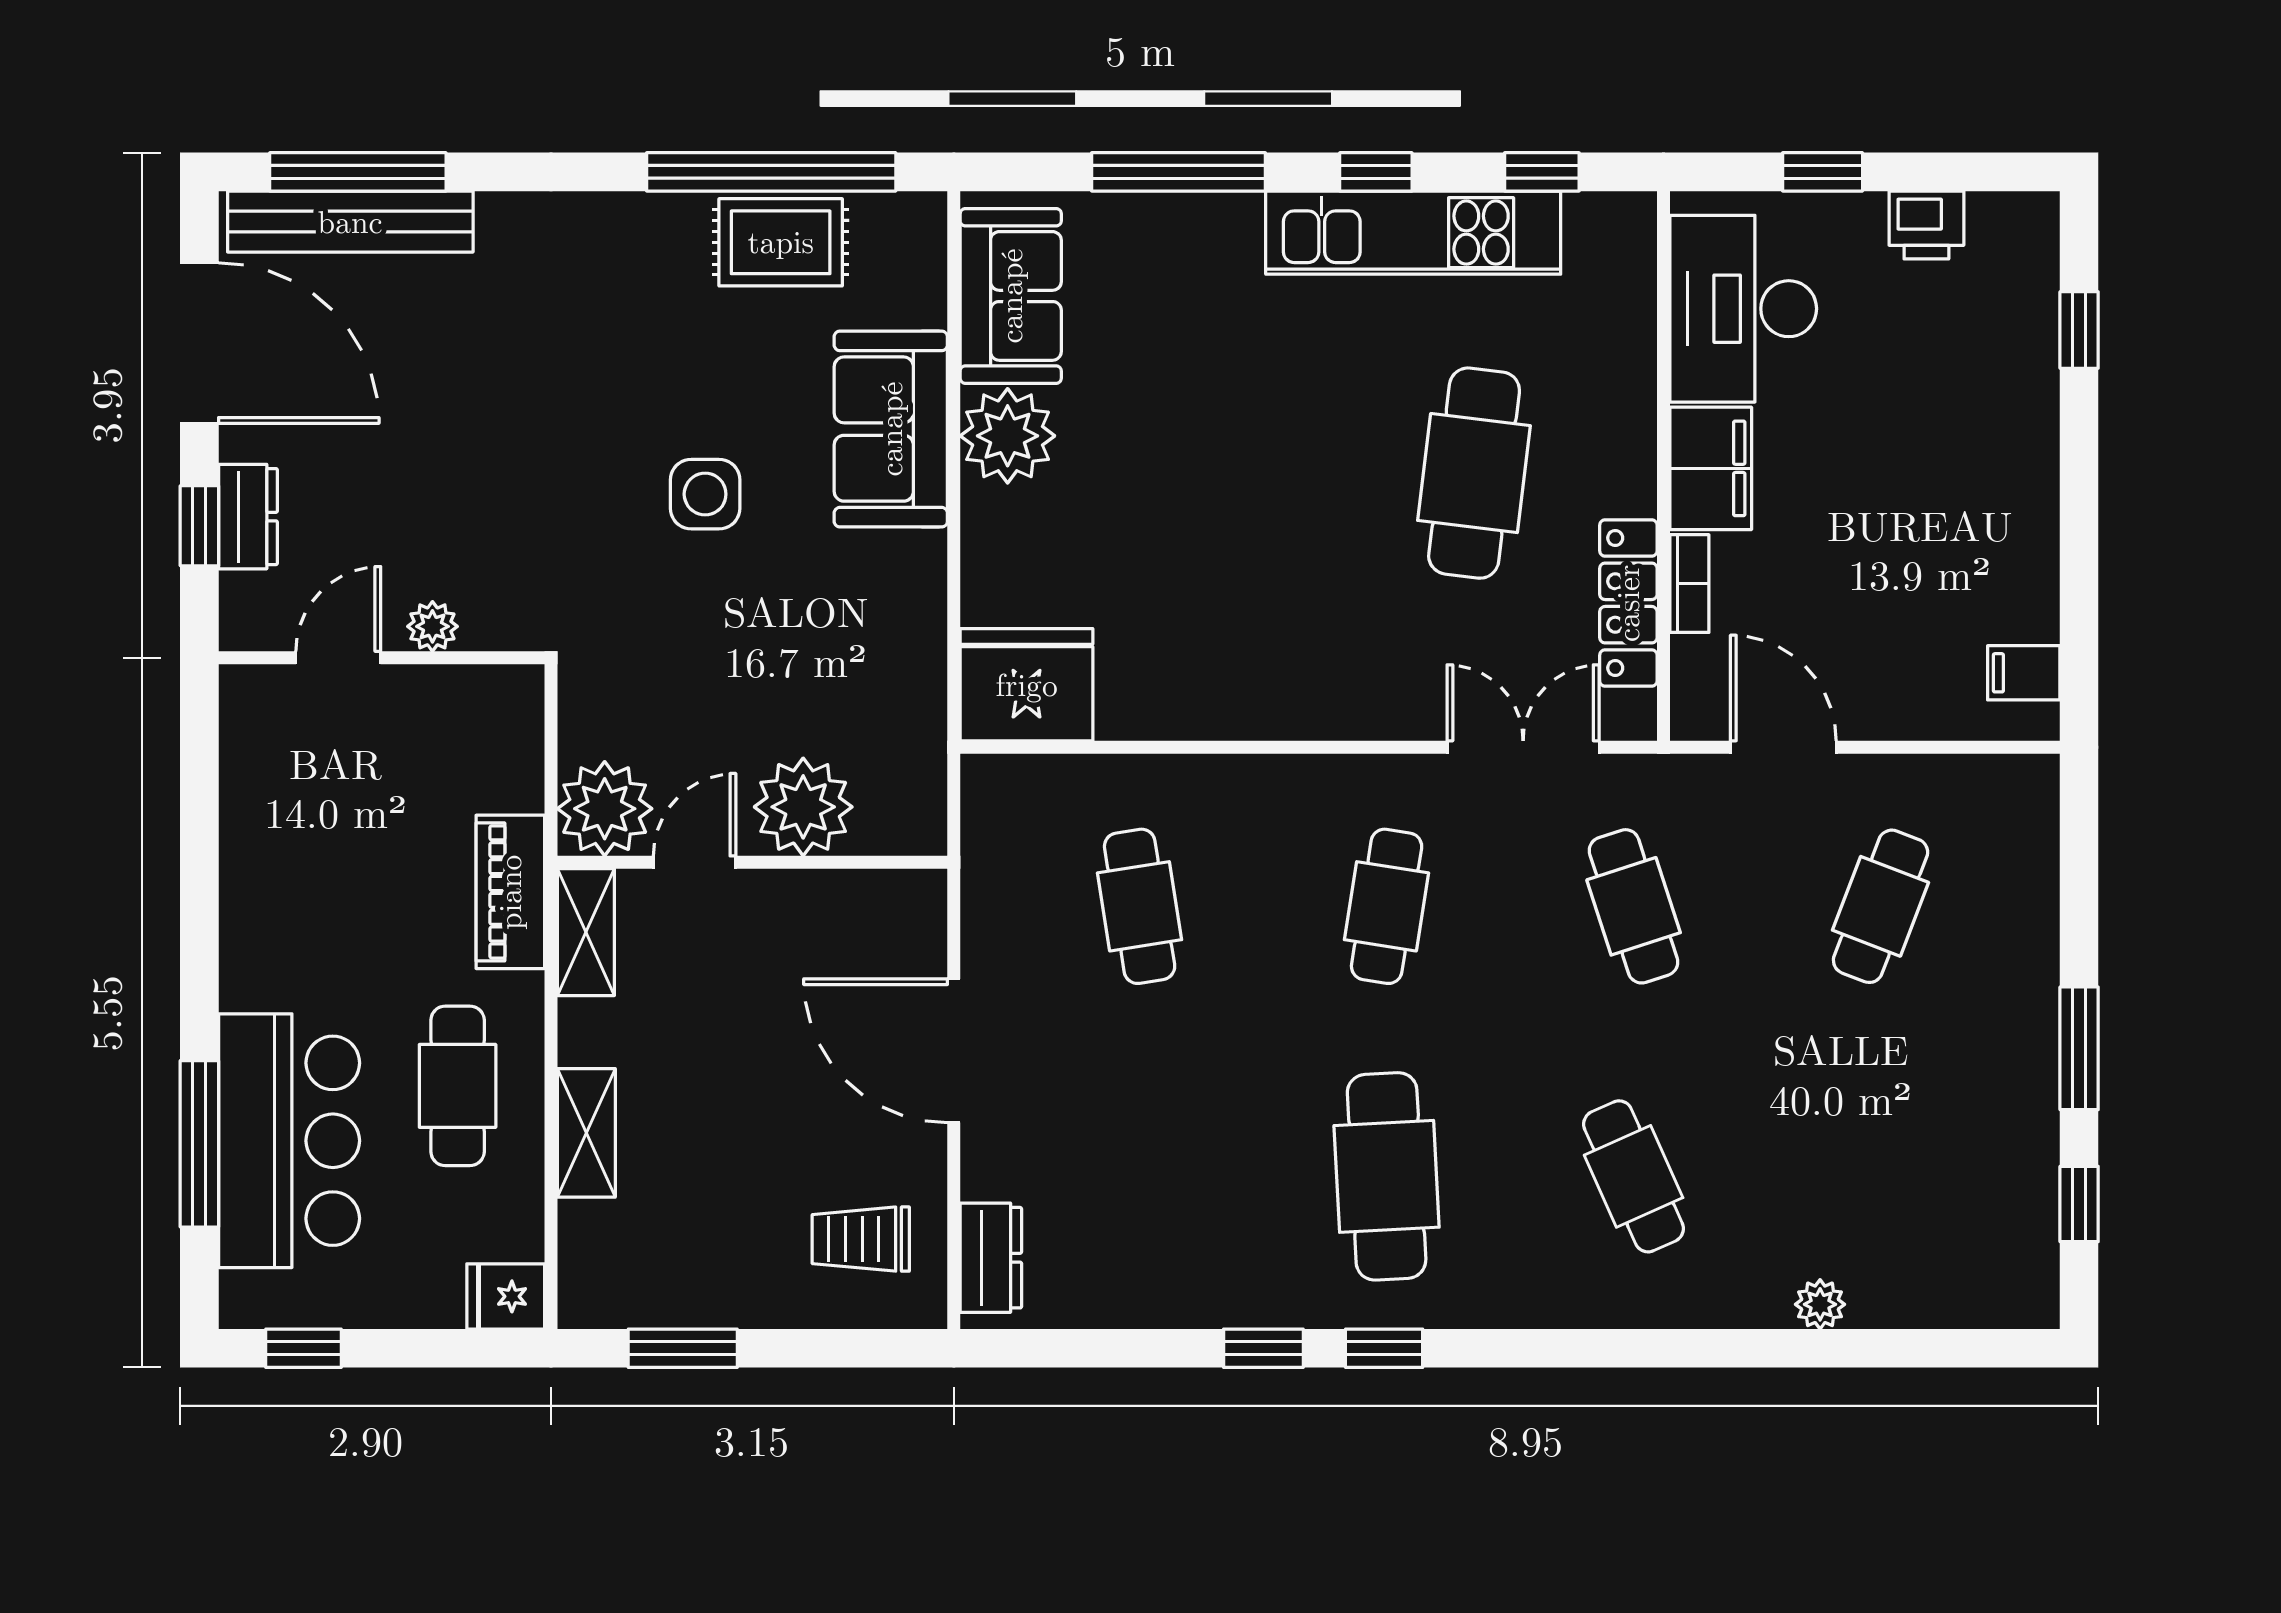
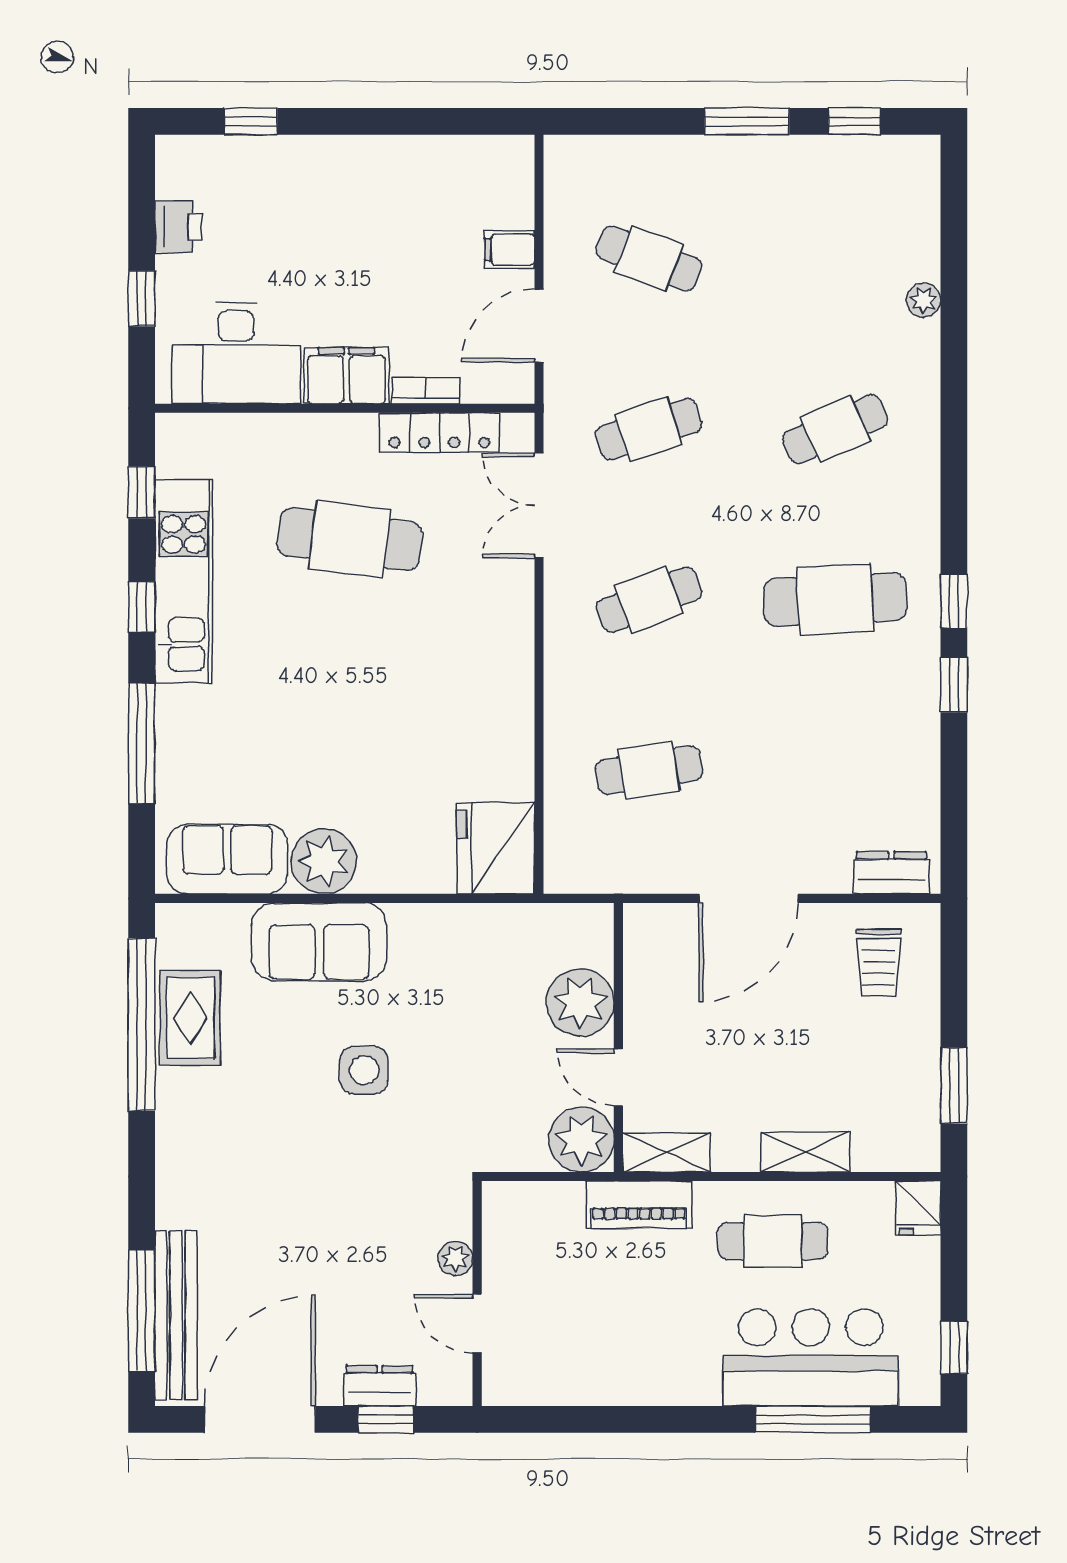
filing cabinet: (2024, 673) -> (510, 250), moved, turned 90
cafe table: (1387, 906) -> (649, 600), turned -30

